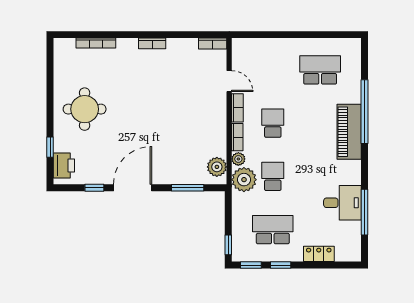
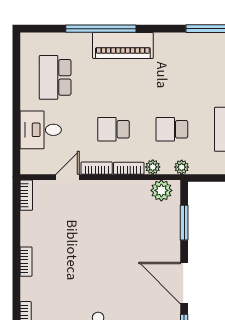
plant: (244, 180) -> (182, 167), width x0.53, depth x0.53
desk: (342, 203) -> (41, 130), moved, turned -90

